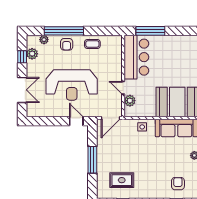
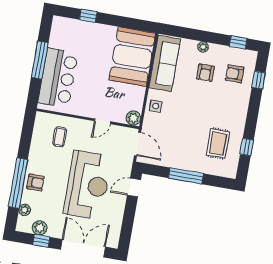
window: (150, 31) -> (40, 60), moved
coffee table: (92, 44) -> (60, 137), moved
bar counter: (136, 57) -> (58, 78), moved, turned 90
double door: (22, 90) -> (83, 248), width x1.37
plant: (130, 101) -> (133, 118), moved
armchair: (175, 161) -> (205, 73), added

